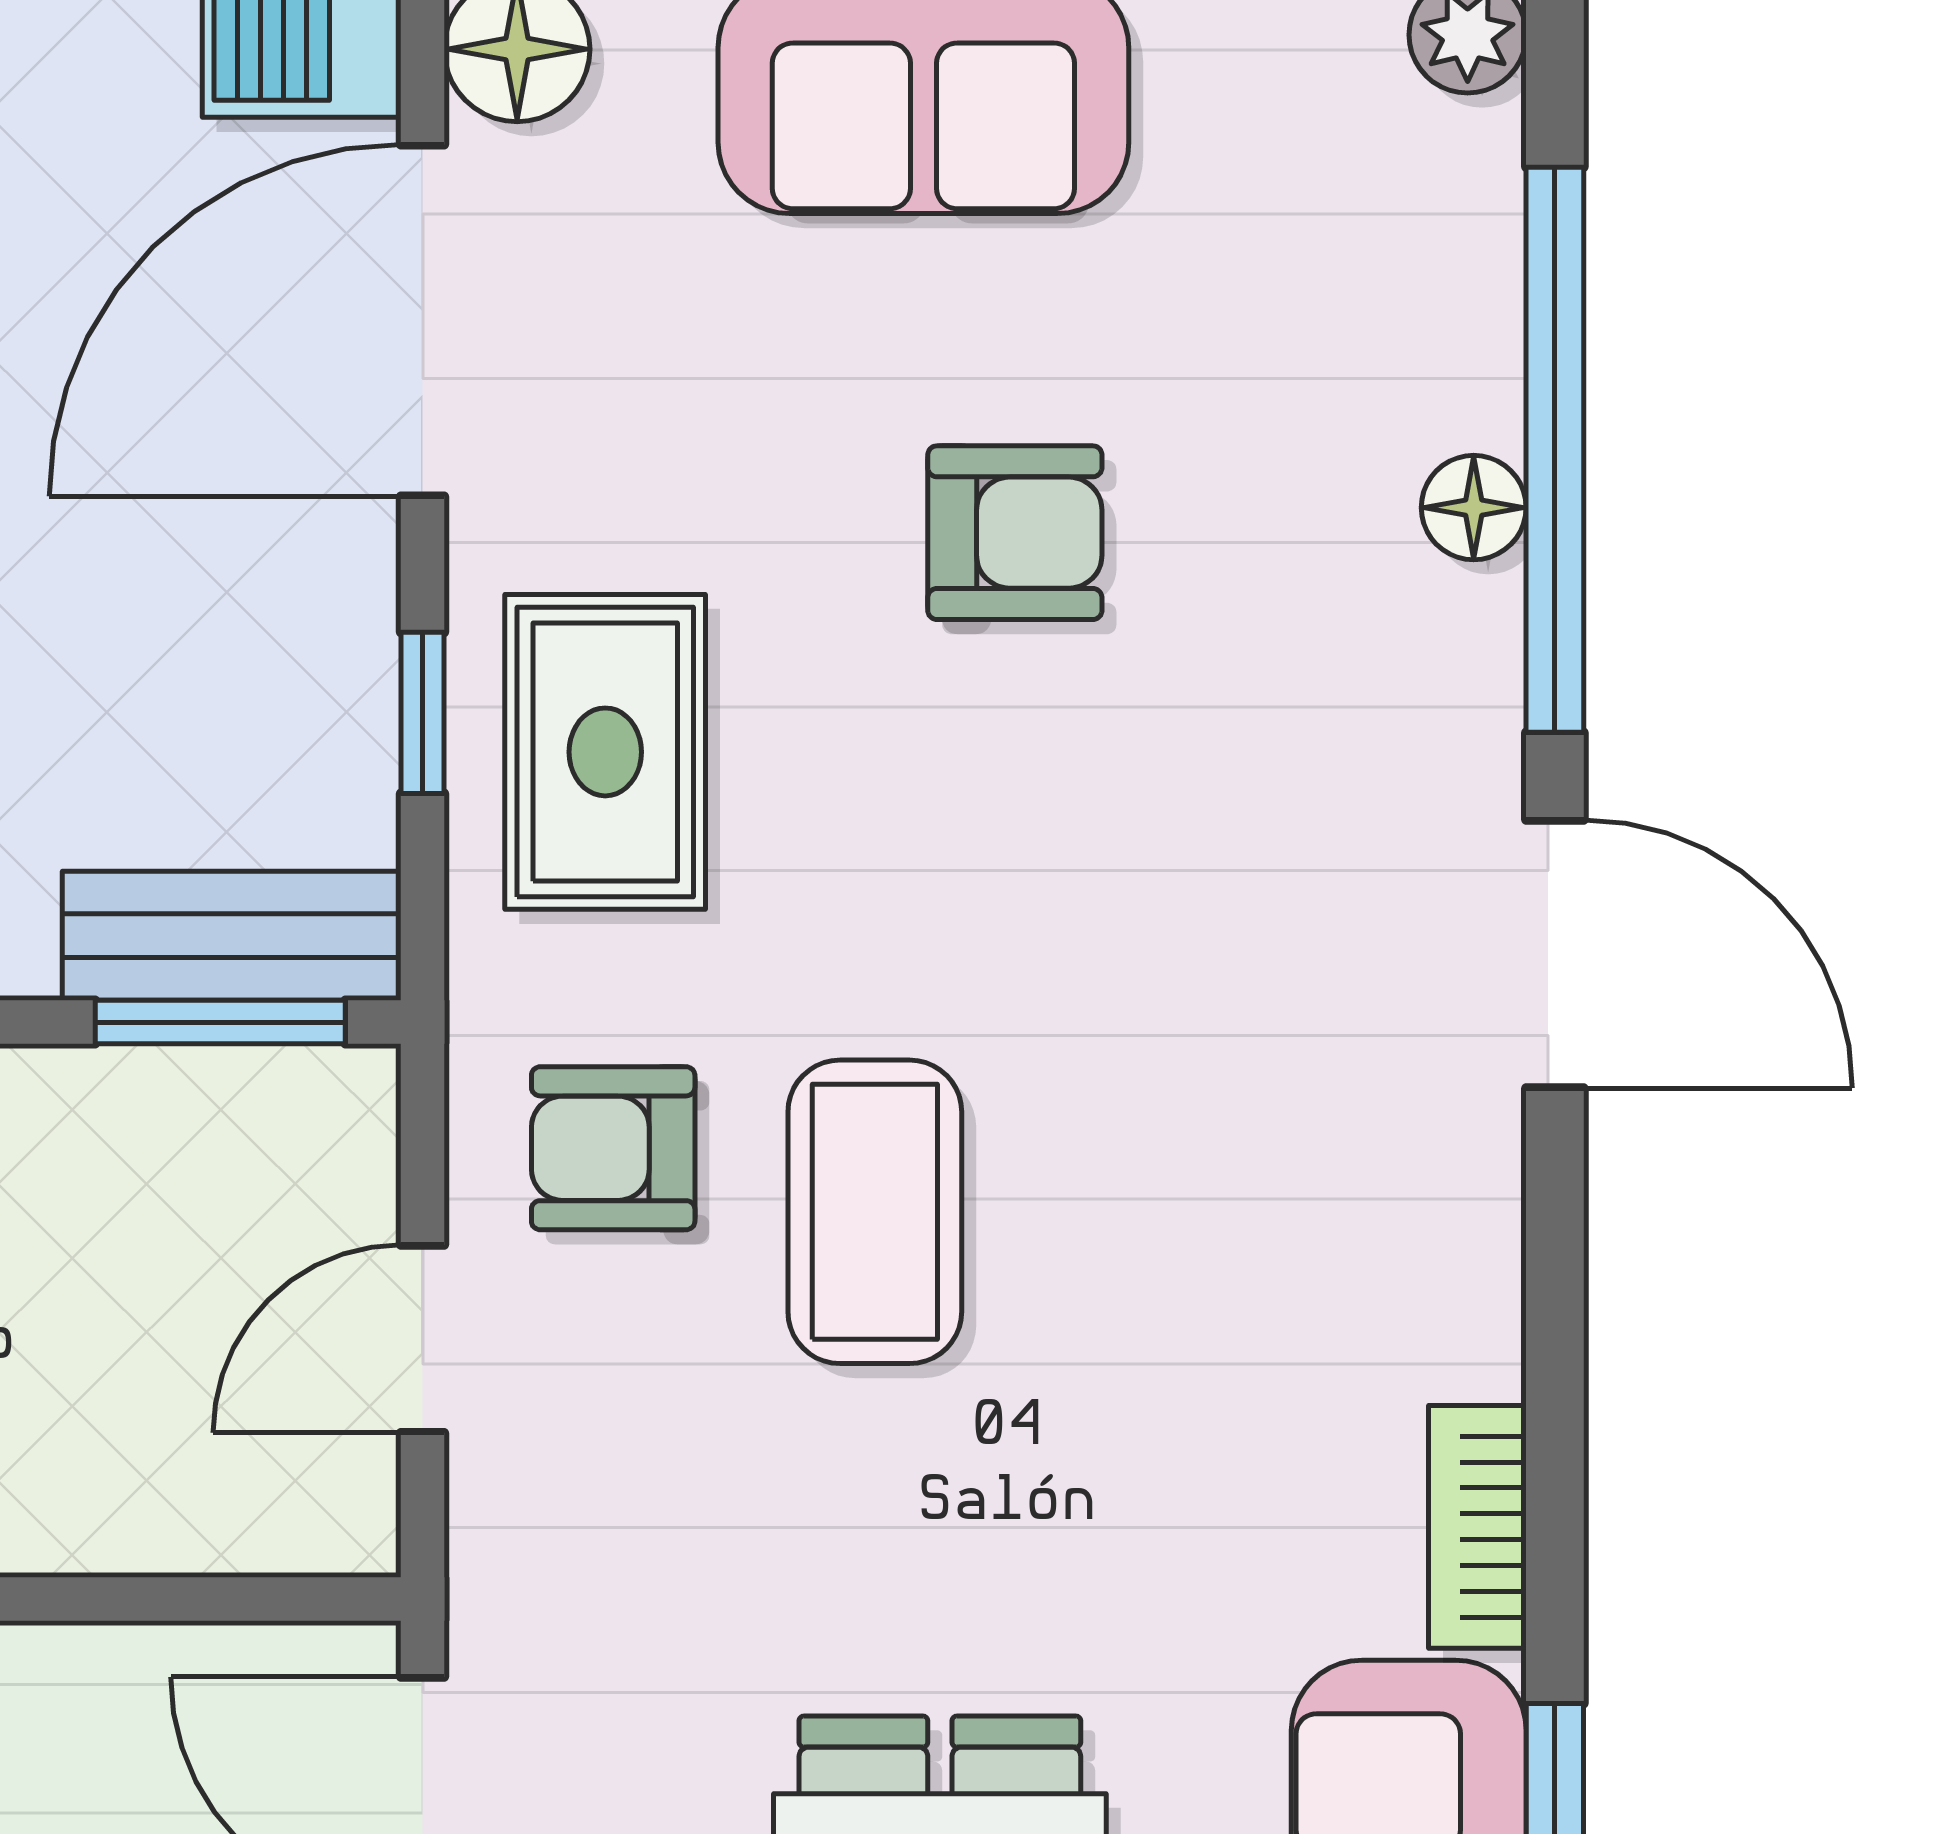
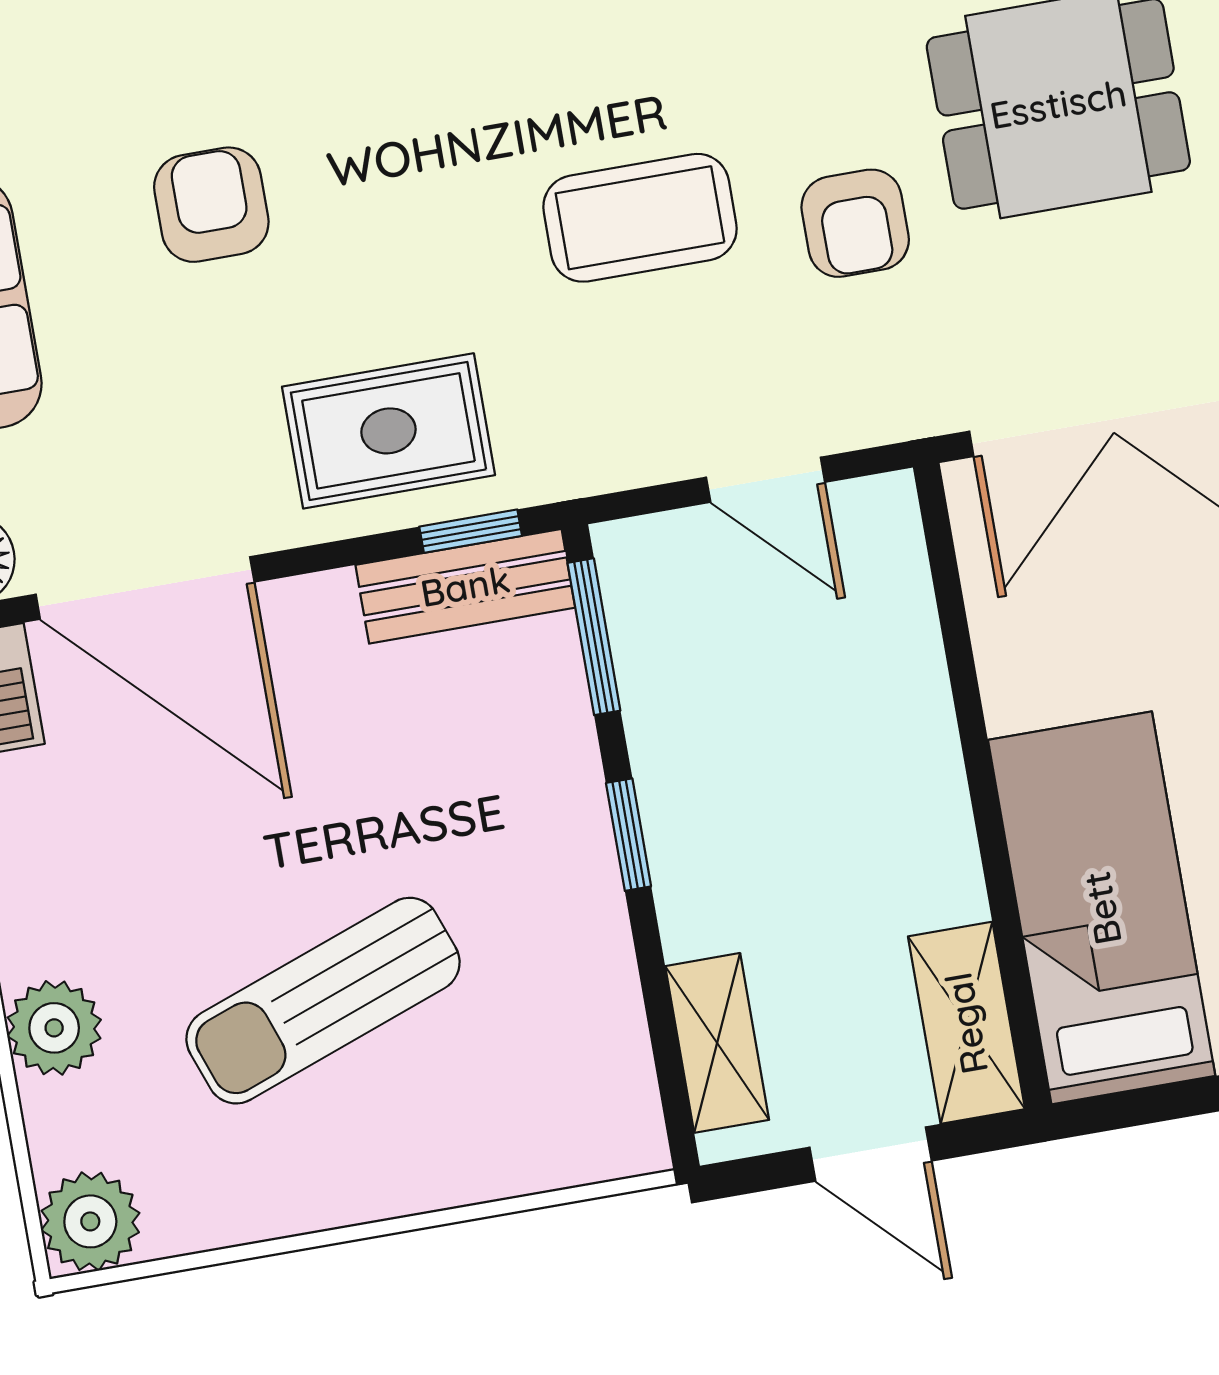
window: (423, 713) -> (471, 531), moved
bench: (232, 936) -> (465, 586), moved, turned 90
armchair: (613, 1148) -> (855, 223), moved

